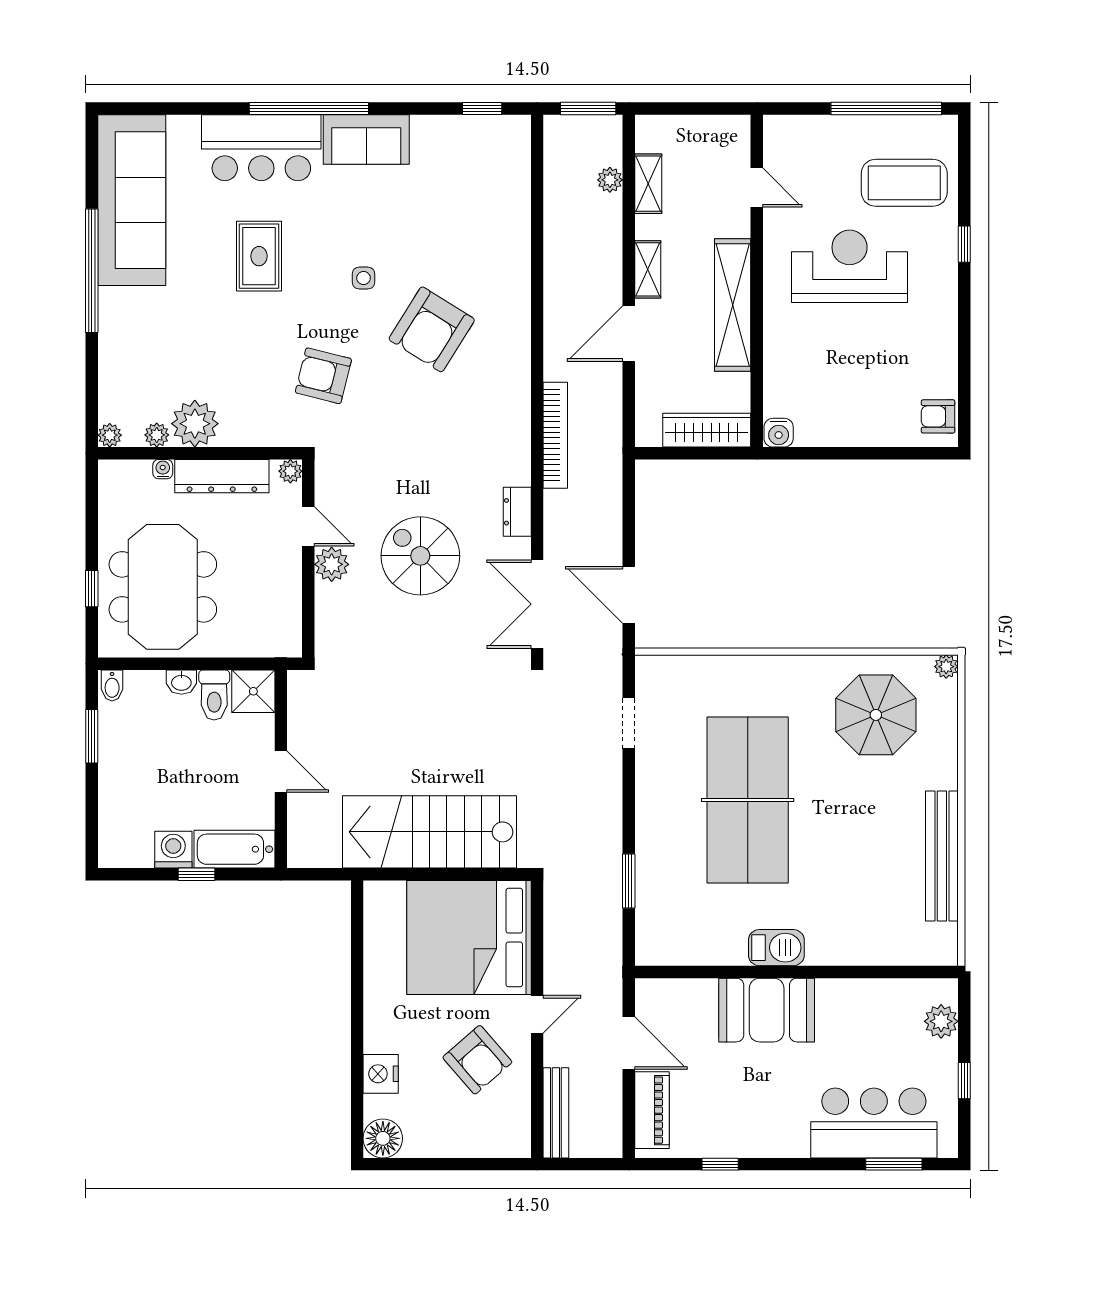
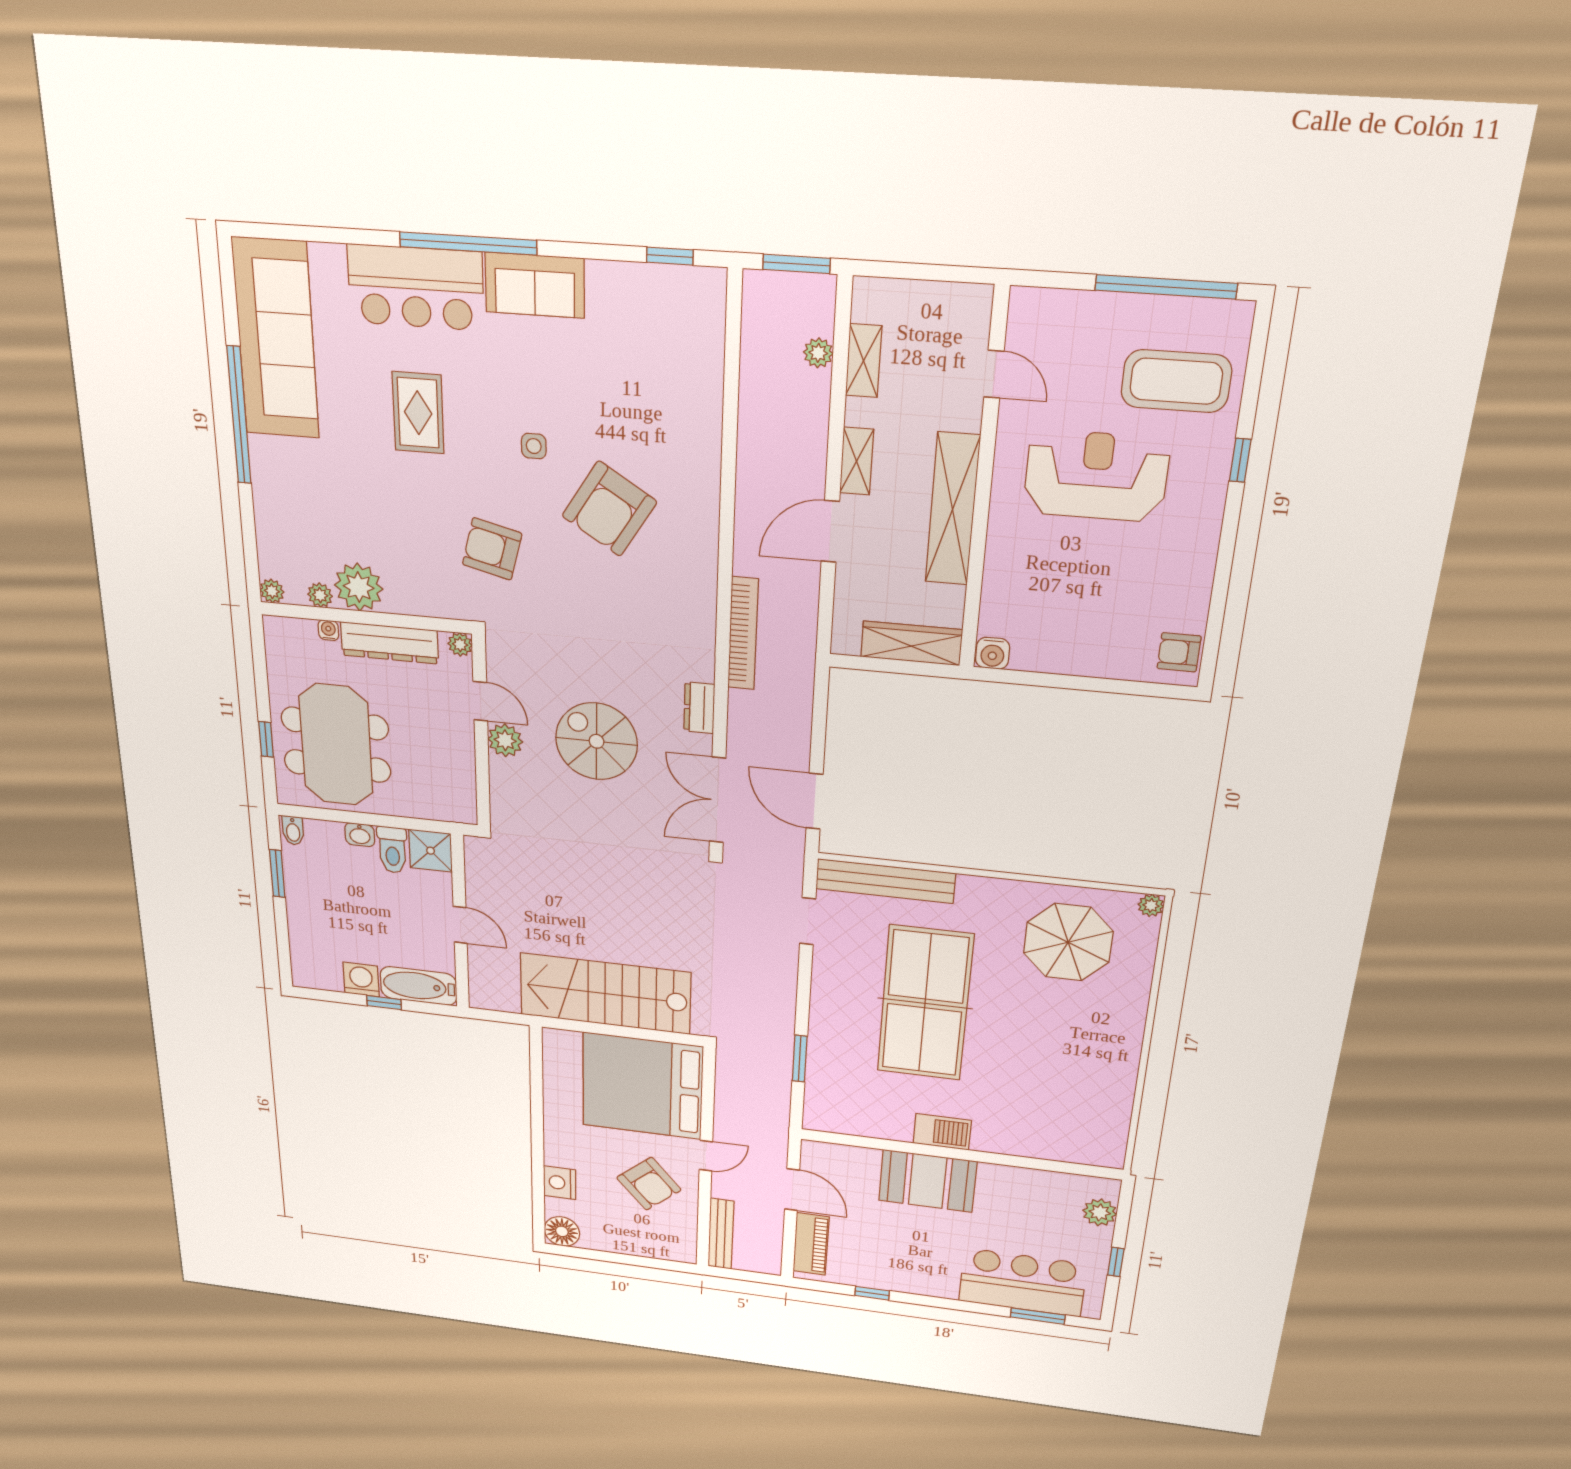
bench: (942, 856) -> (885, 881), moved, turned 90

